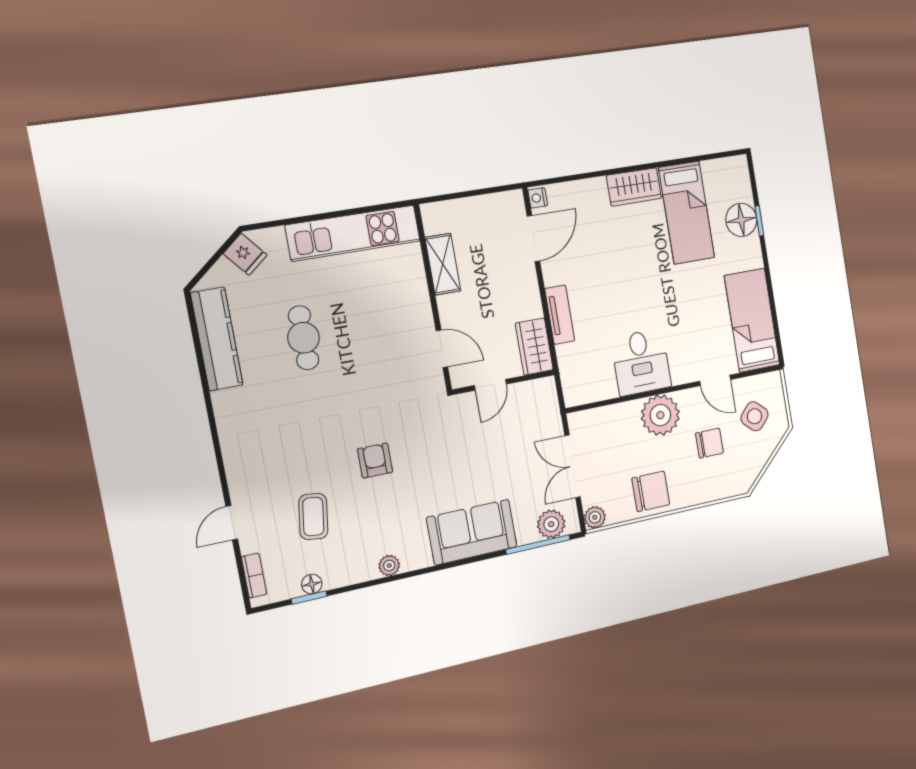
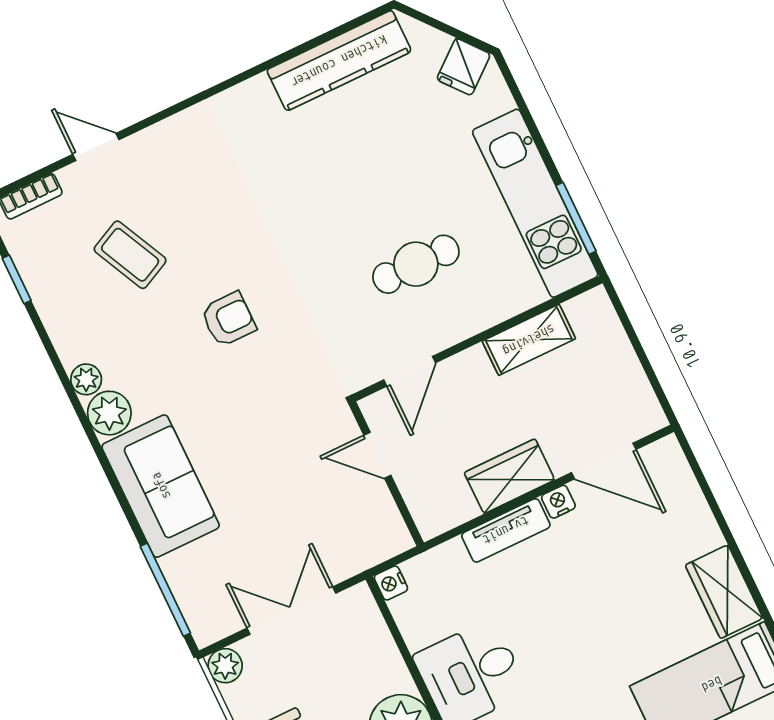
nightstand: (538, 198) -> (558, 502), moved
window: (371, 209) -> (576, 218), added
cafe table: (304, 338) -> (416, 264), moved
wardrobe: (534, 347) -> (509, 476), moved
nightstand: (572, 398) -> (391, 583), added
coffee table: (313, 517) -> (130, 255), turned 56
plant: (551, 524) -> (109, 413), moved
floor lamp: (312, 584) -> (36, 278), removed

